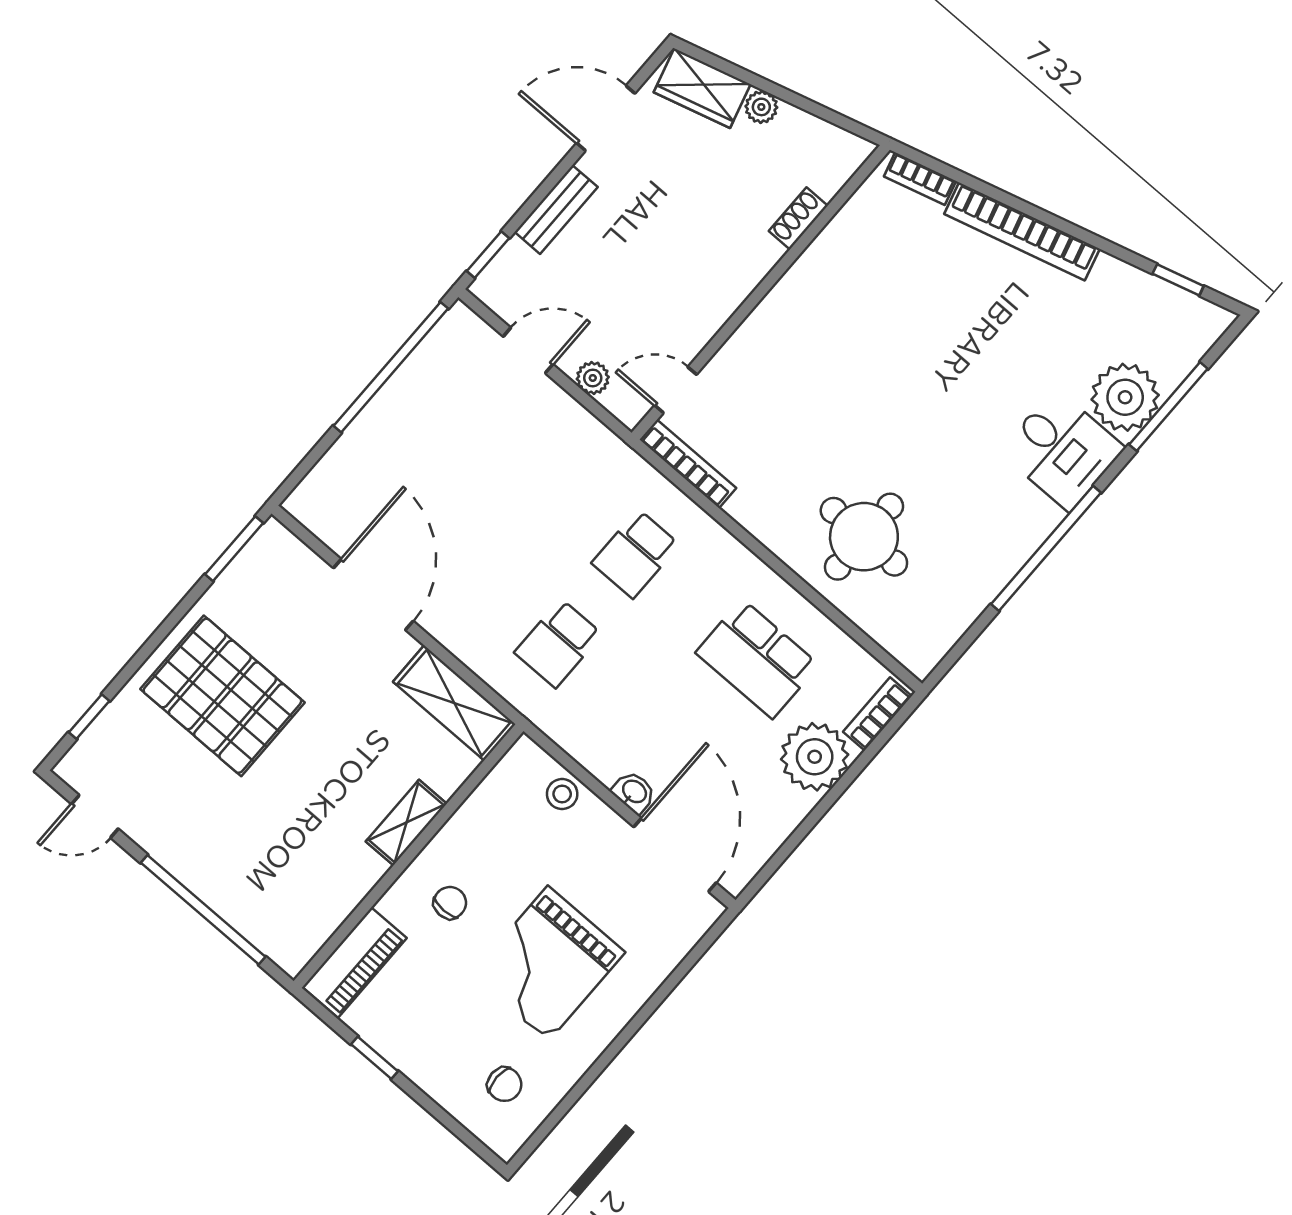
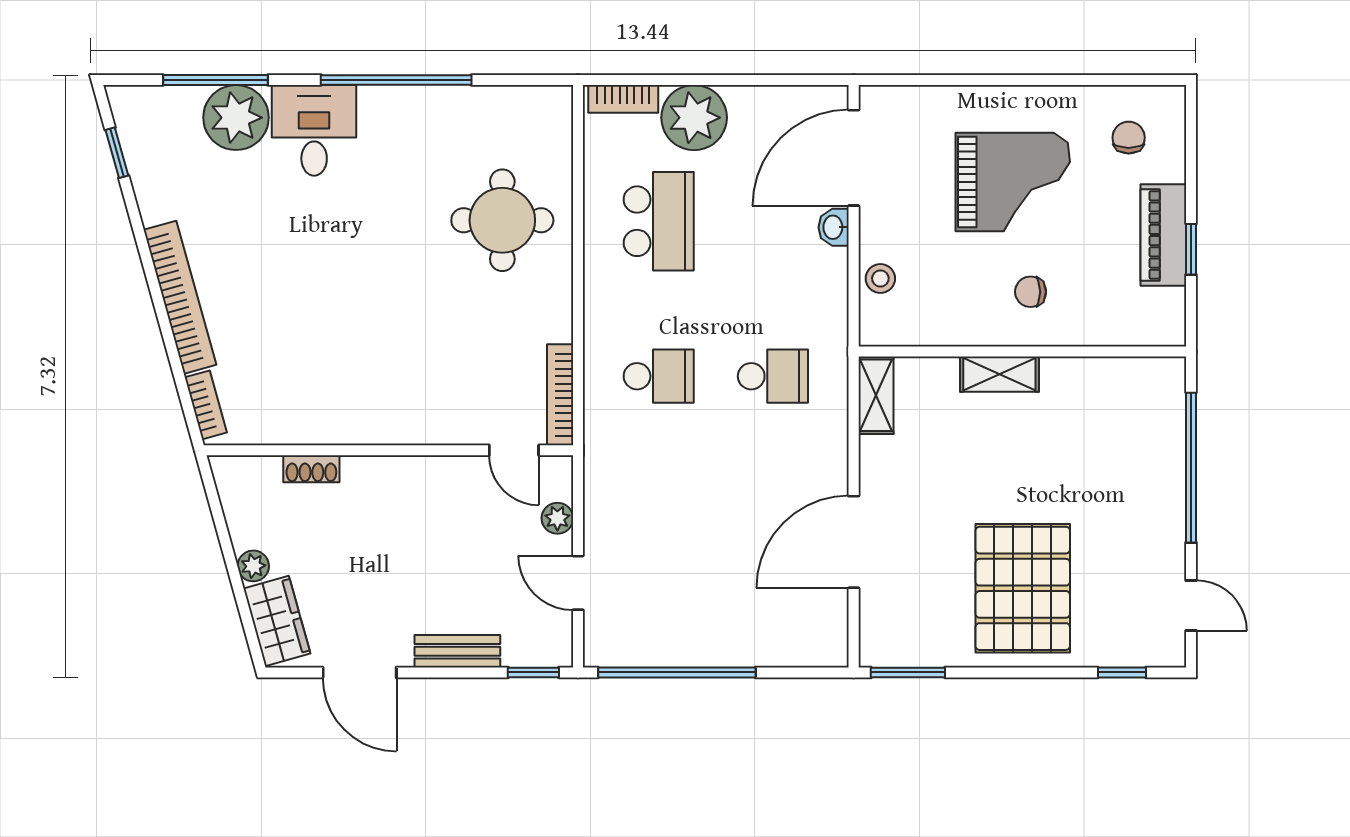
shelving: (454, 703) -> (876, 395), width x0.67, depth x0.75
piano: (355, 963) -> (1163, 235), moved, turned -90

